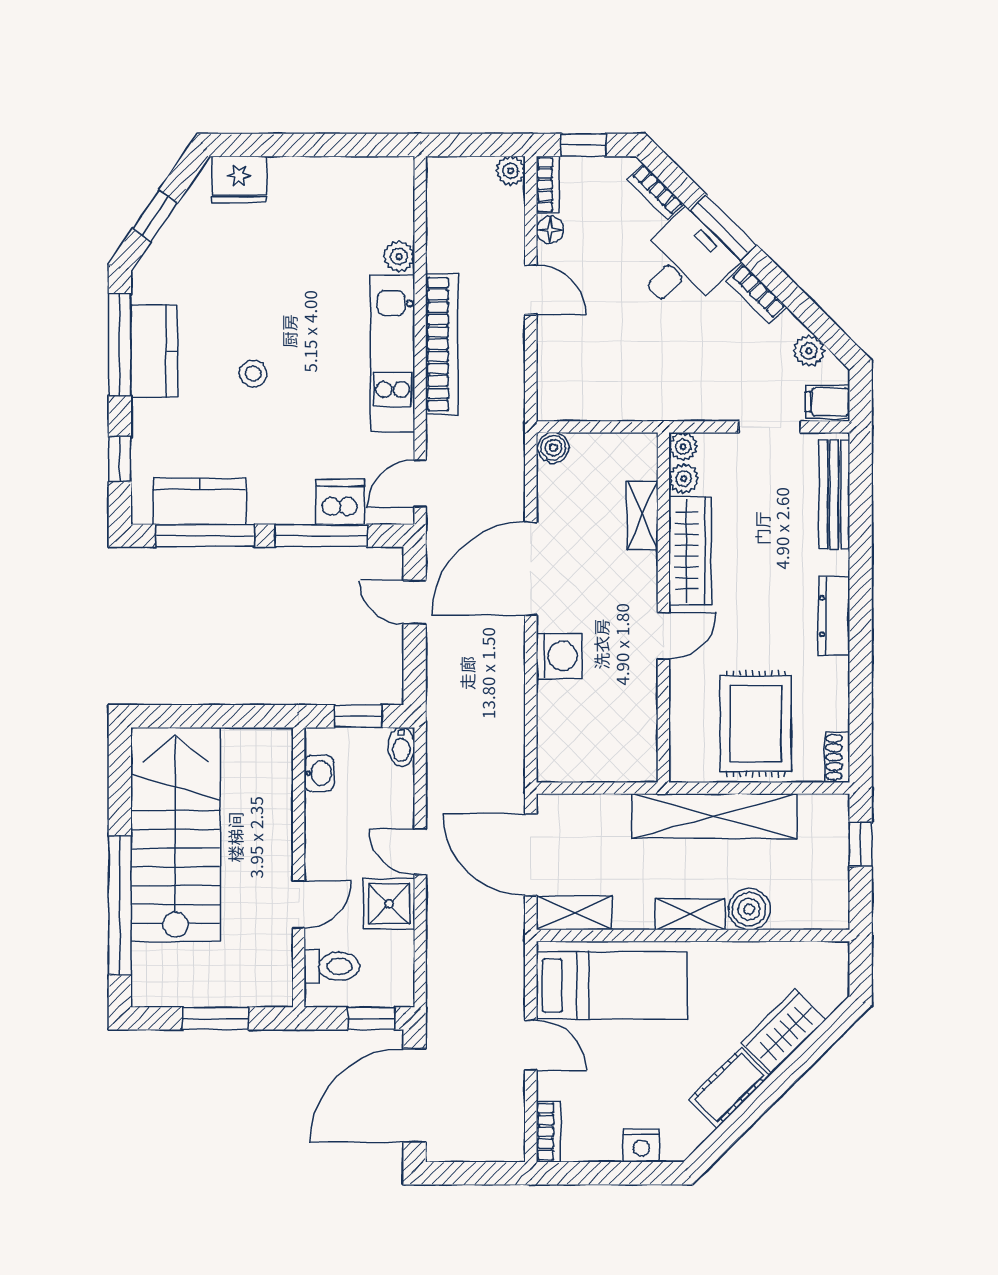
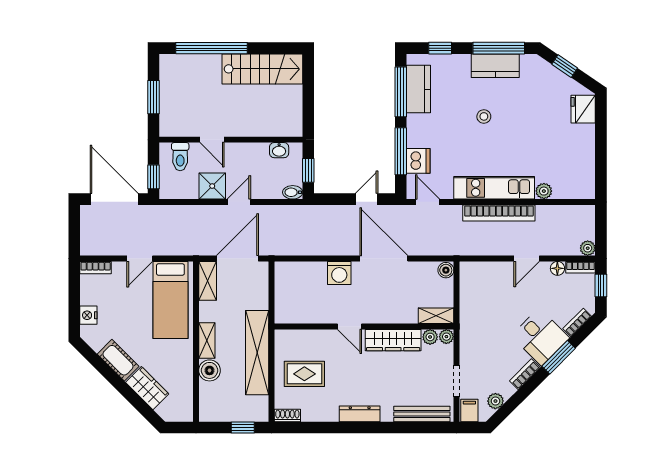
shelving: (642, 516) -> (436, 316), moved
rug: (756, 724) -> (304, 374), width x0.73, depth x0.70
stairs: (176, 834) -> (262, 69), width x0.73, depth x0.66

